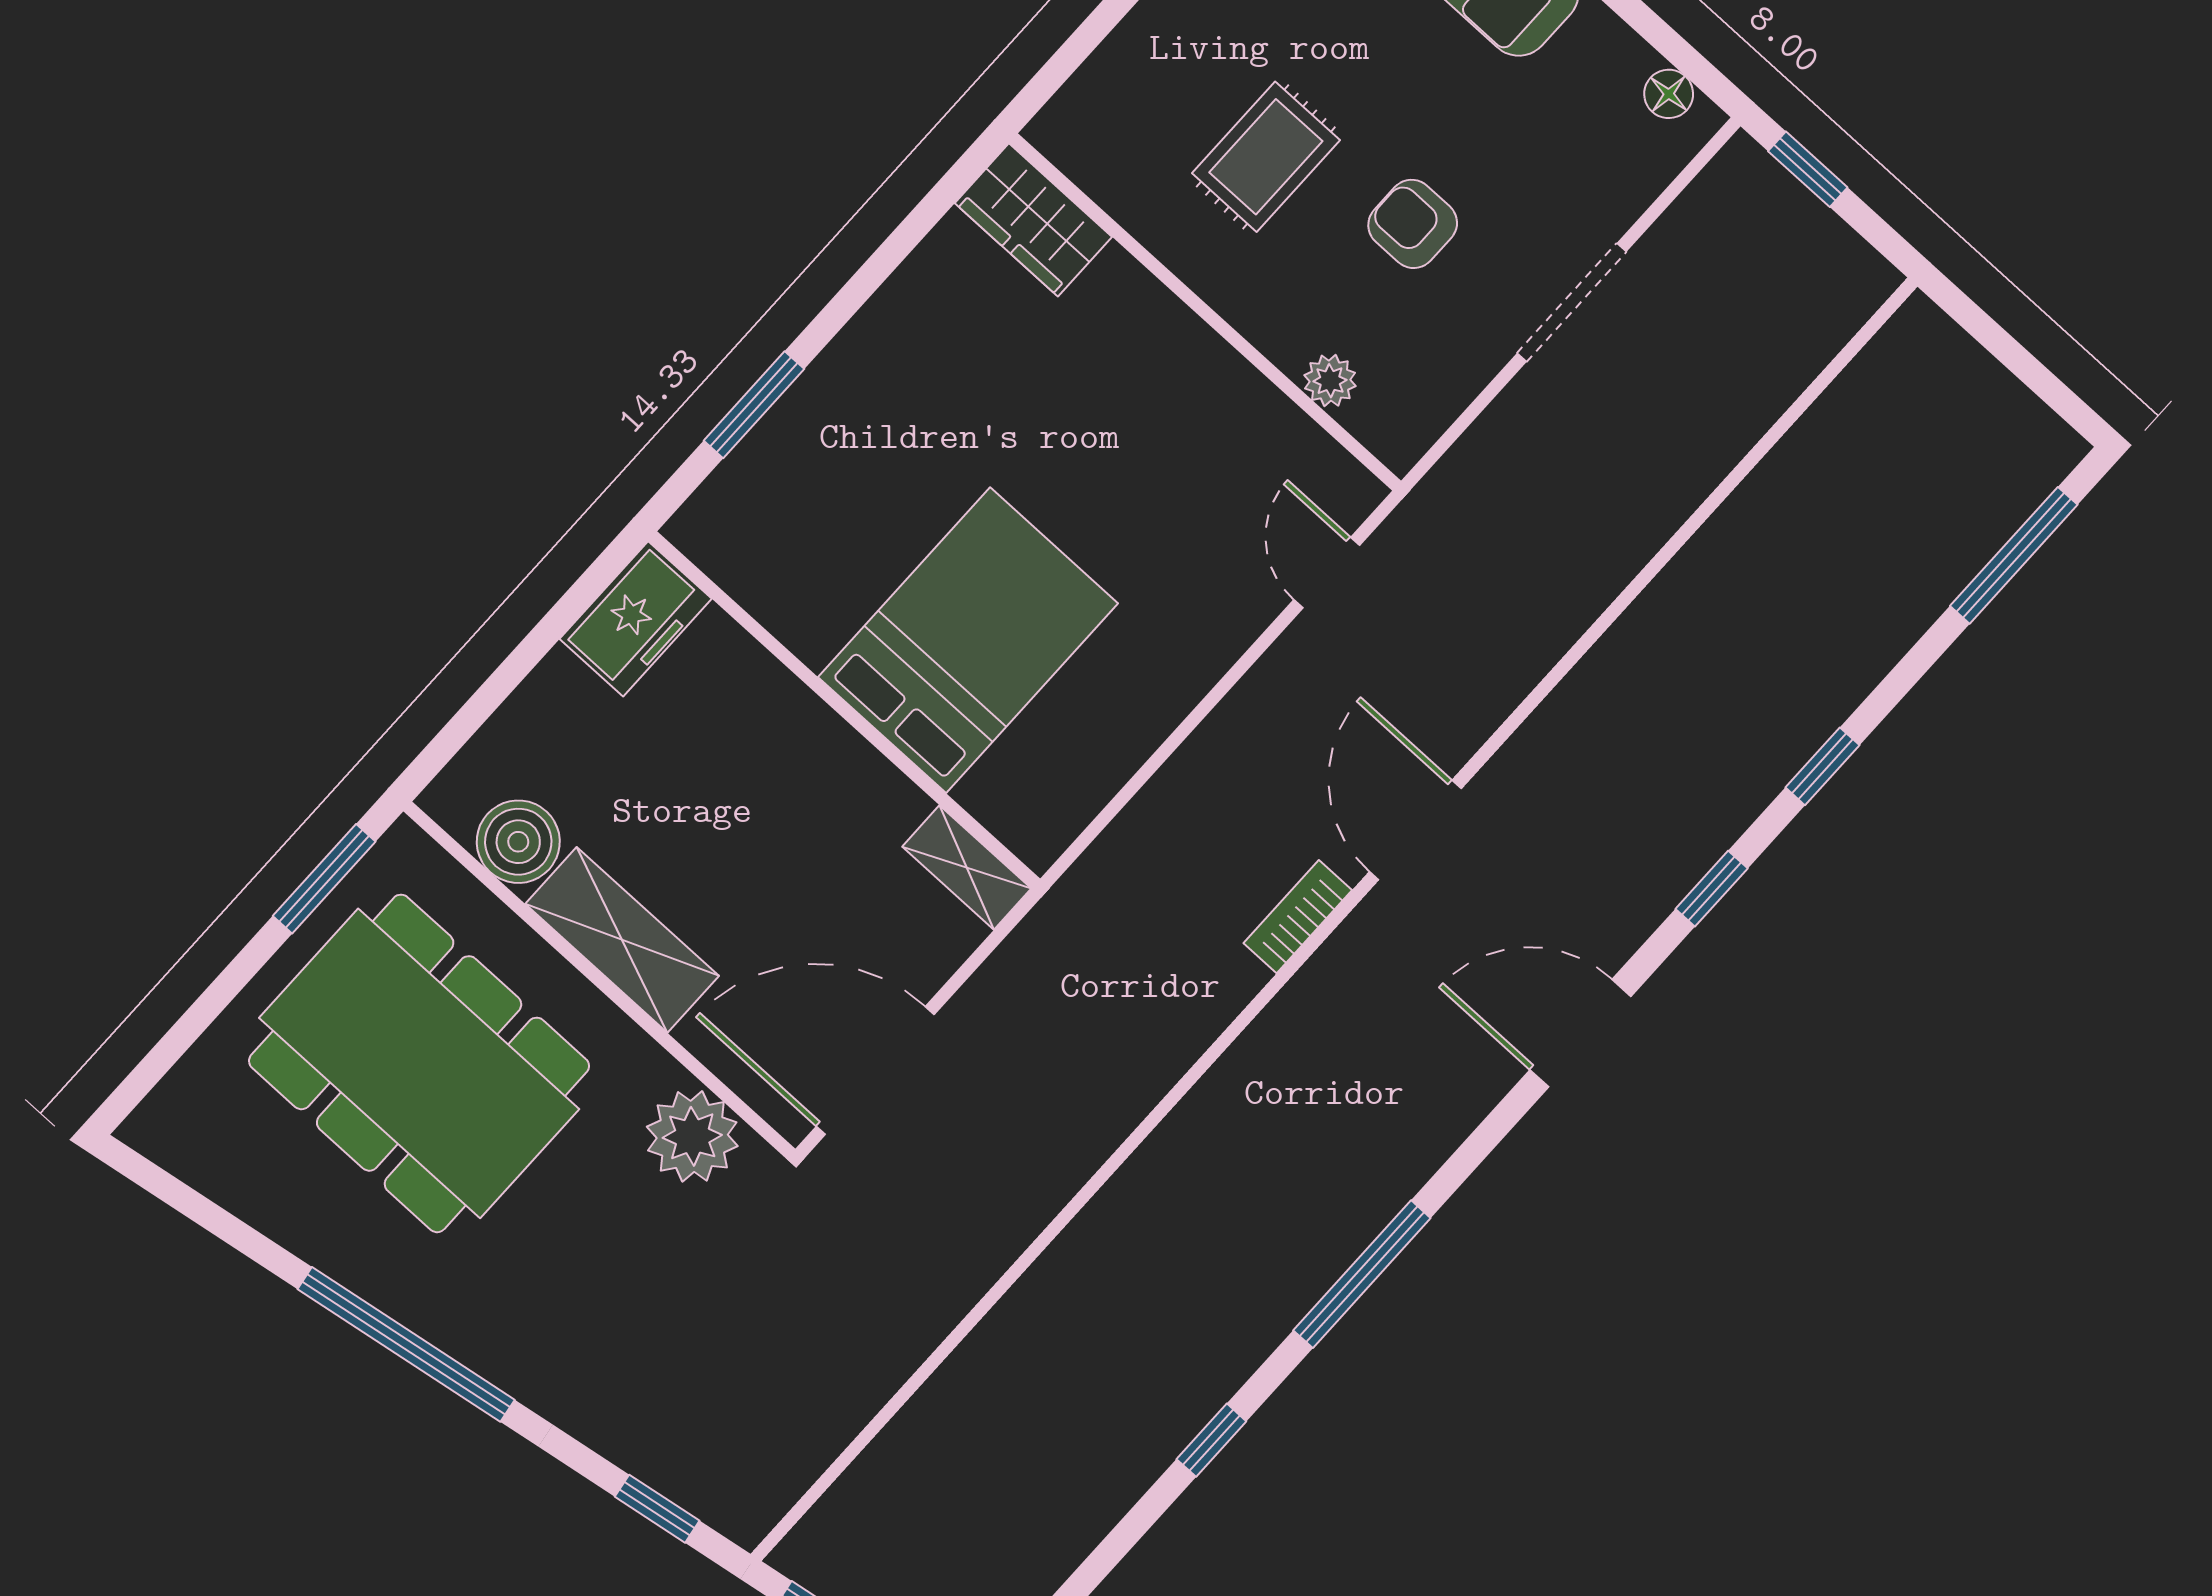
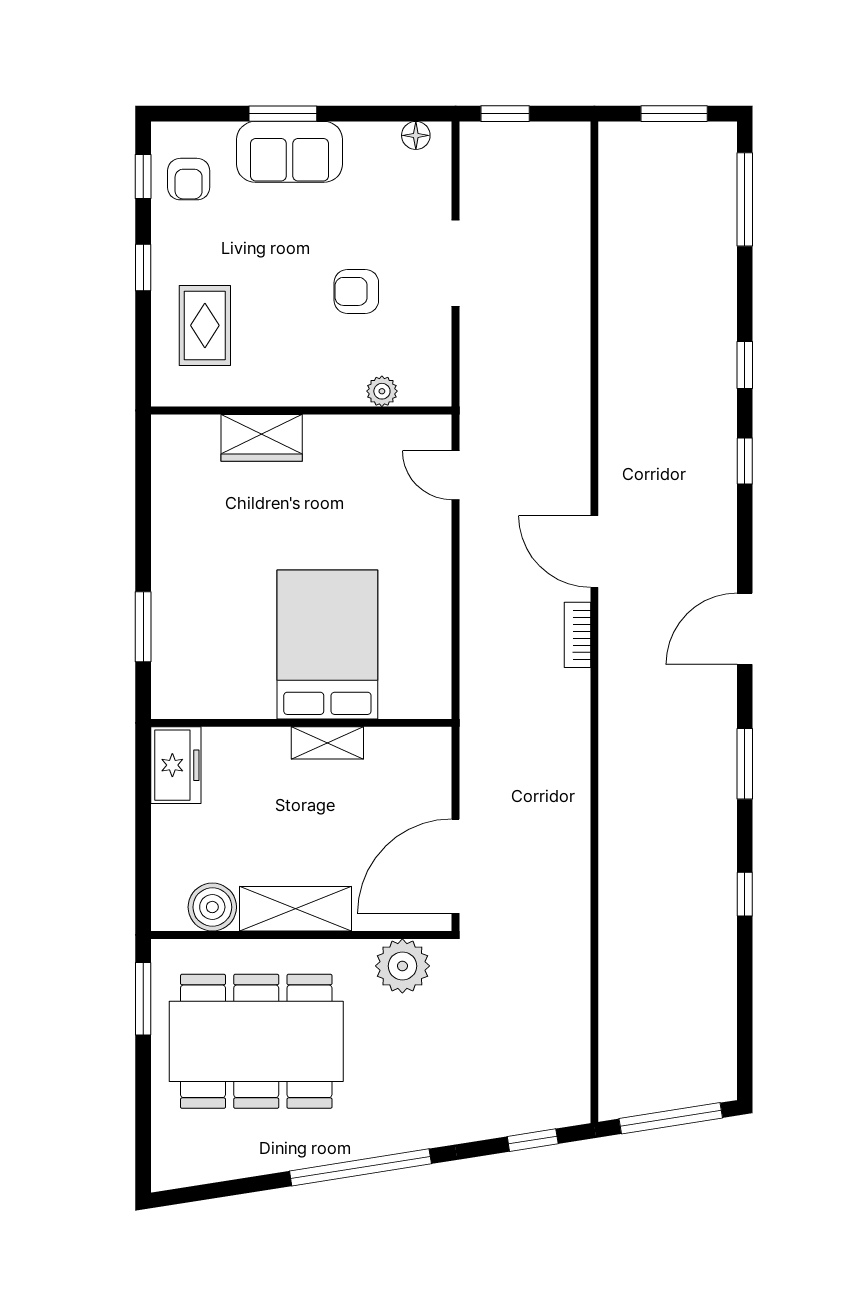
rug: (1266, 157) -> (205, 325), moved
wardrobe: (1033, 220) -> (262, 438), moved
window: (2023, 364) -> (674, 114), added
shelving: (967, 867) -> (327, 743), moved
door: (1580, 1033) -> (745, 629), moved
window: (1362, 1274) -> (745, 764), width x0.69

